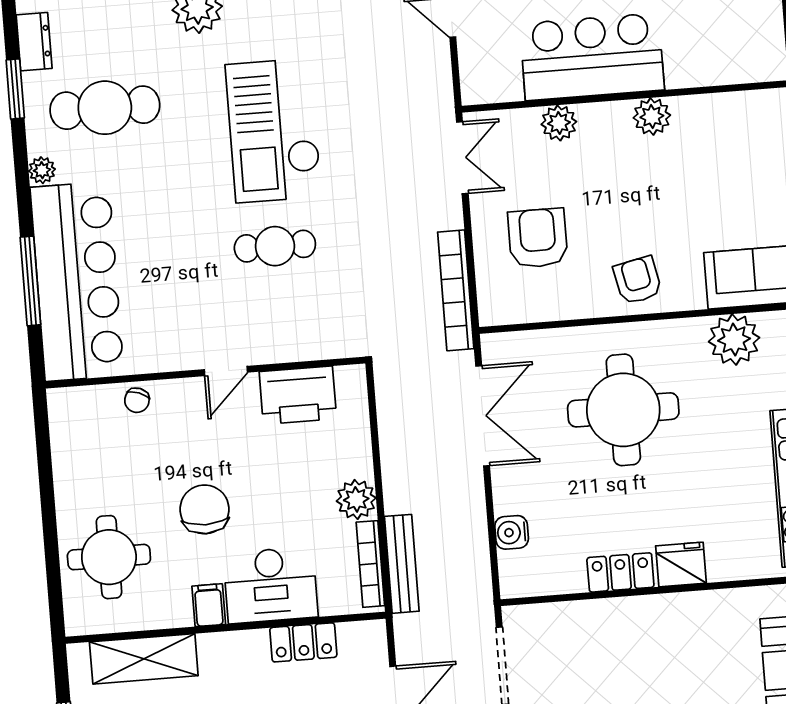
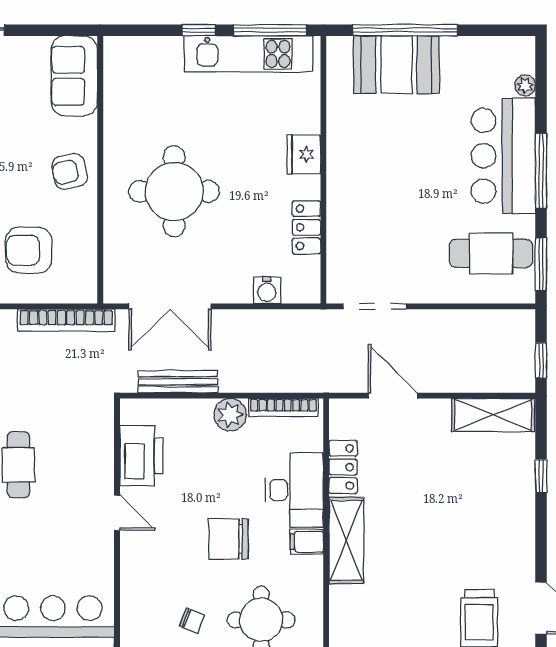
plant: (734, 340) -> (124, 97), removed
chair: (137, 400) -> (192, 621), moved
double door: (483, 416) -> (170, 306), swing flipped
bench: (402, 564) -> (178, 382), moved
locker: (620, 572) -> (306, 227), moved
shelving: (144, 659) -> (346, 540), moved

